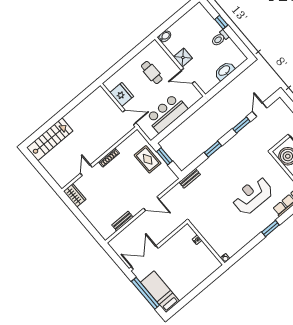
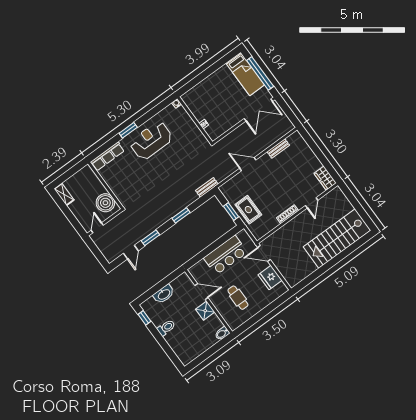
window: (221, 22) -> (145, 318), moved
stairs: (50, 139) -> (337, 238), width x1.36, depth x1.51
reception desk: (252, 196) -> (151, 140), moved, turned 180

